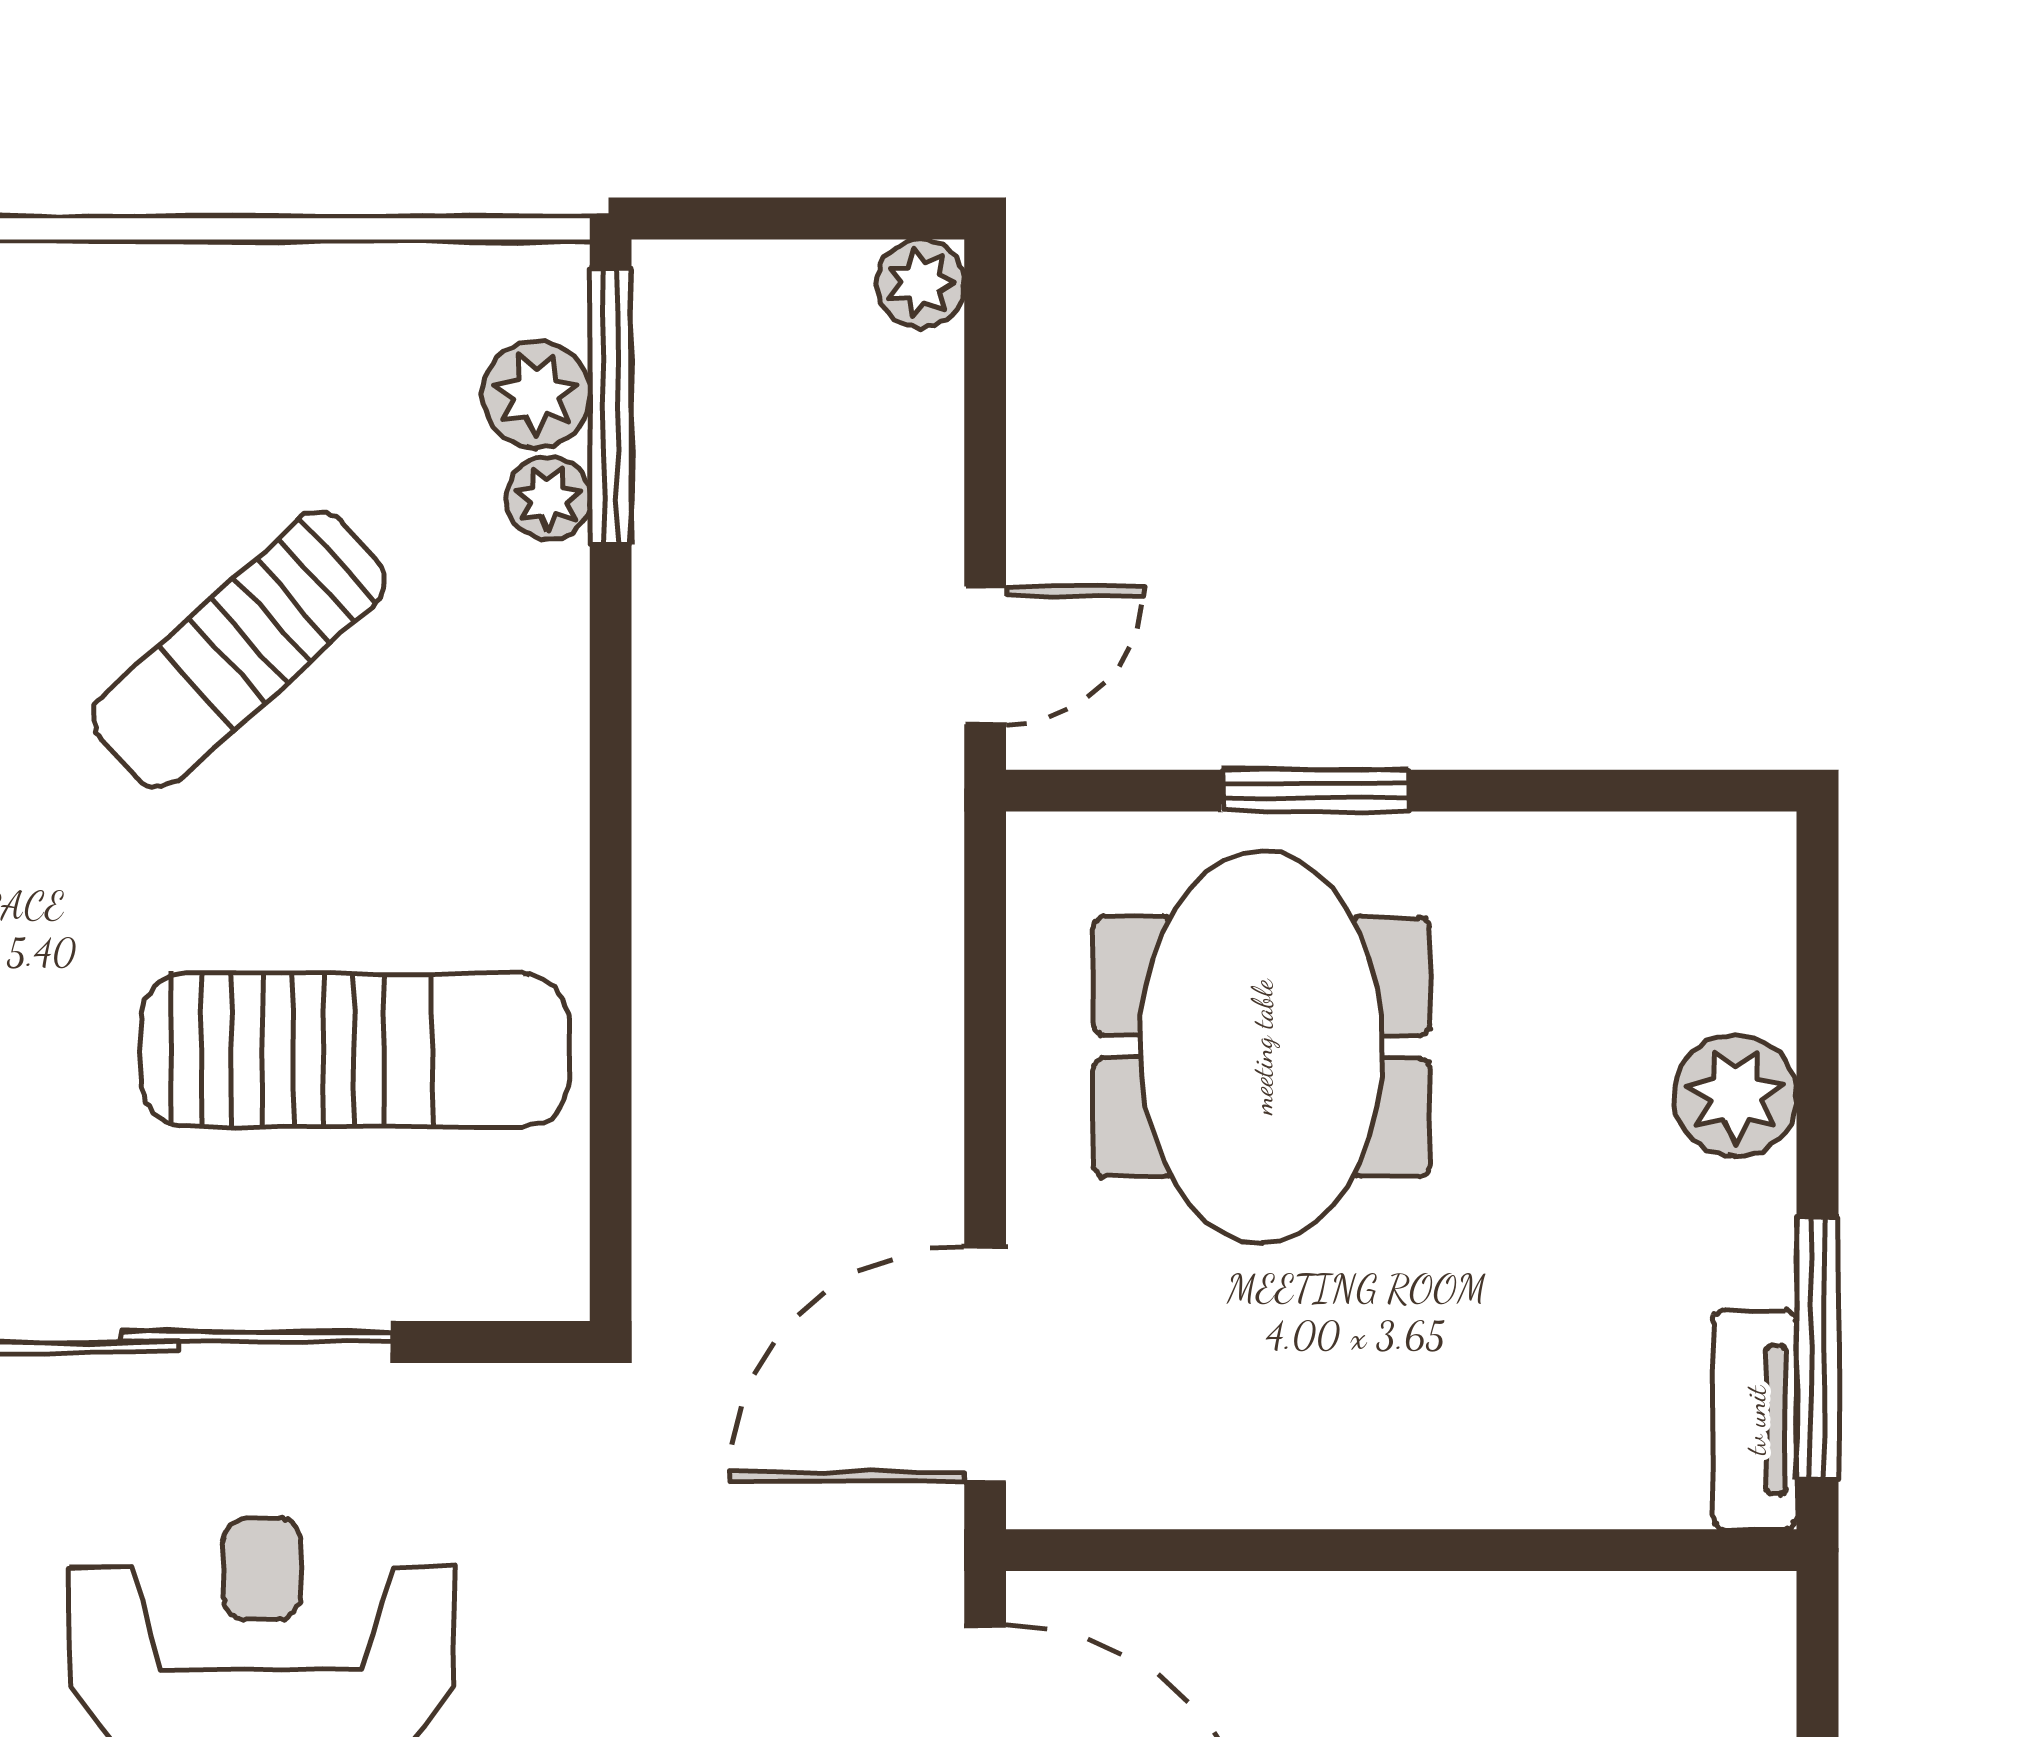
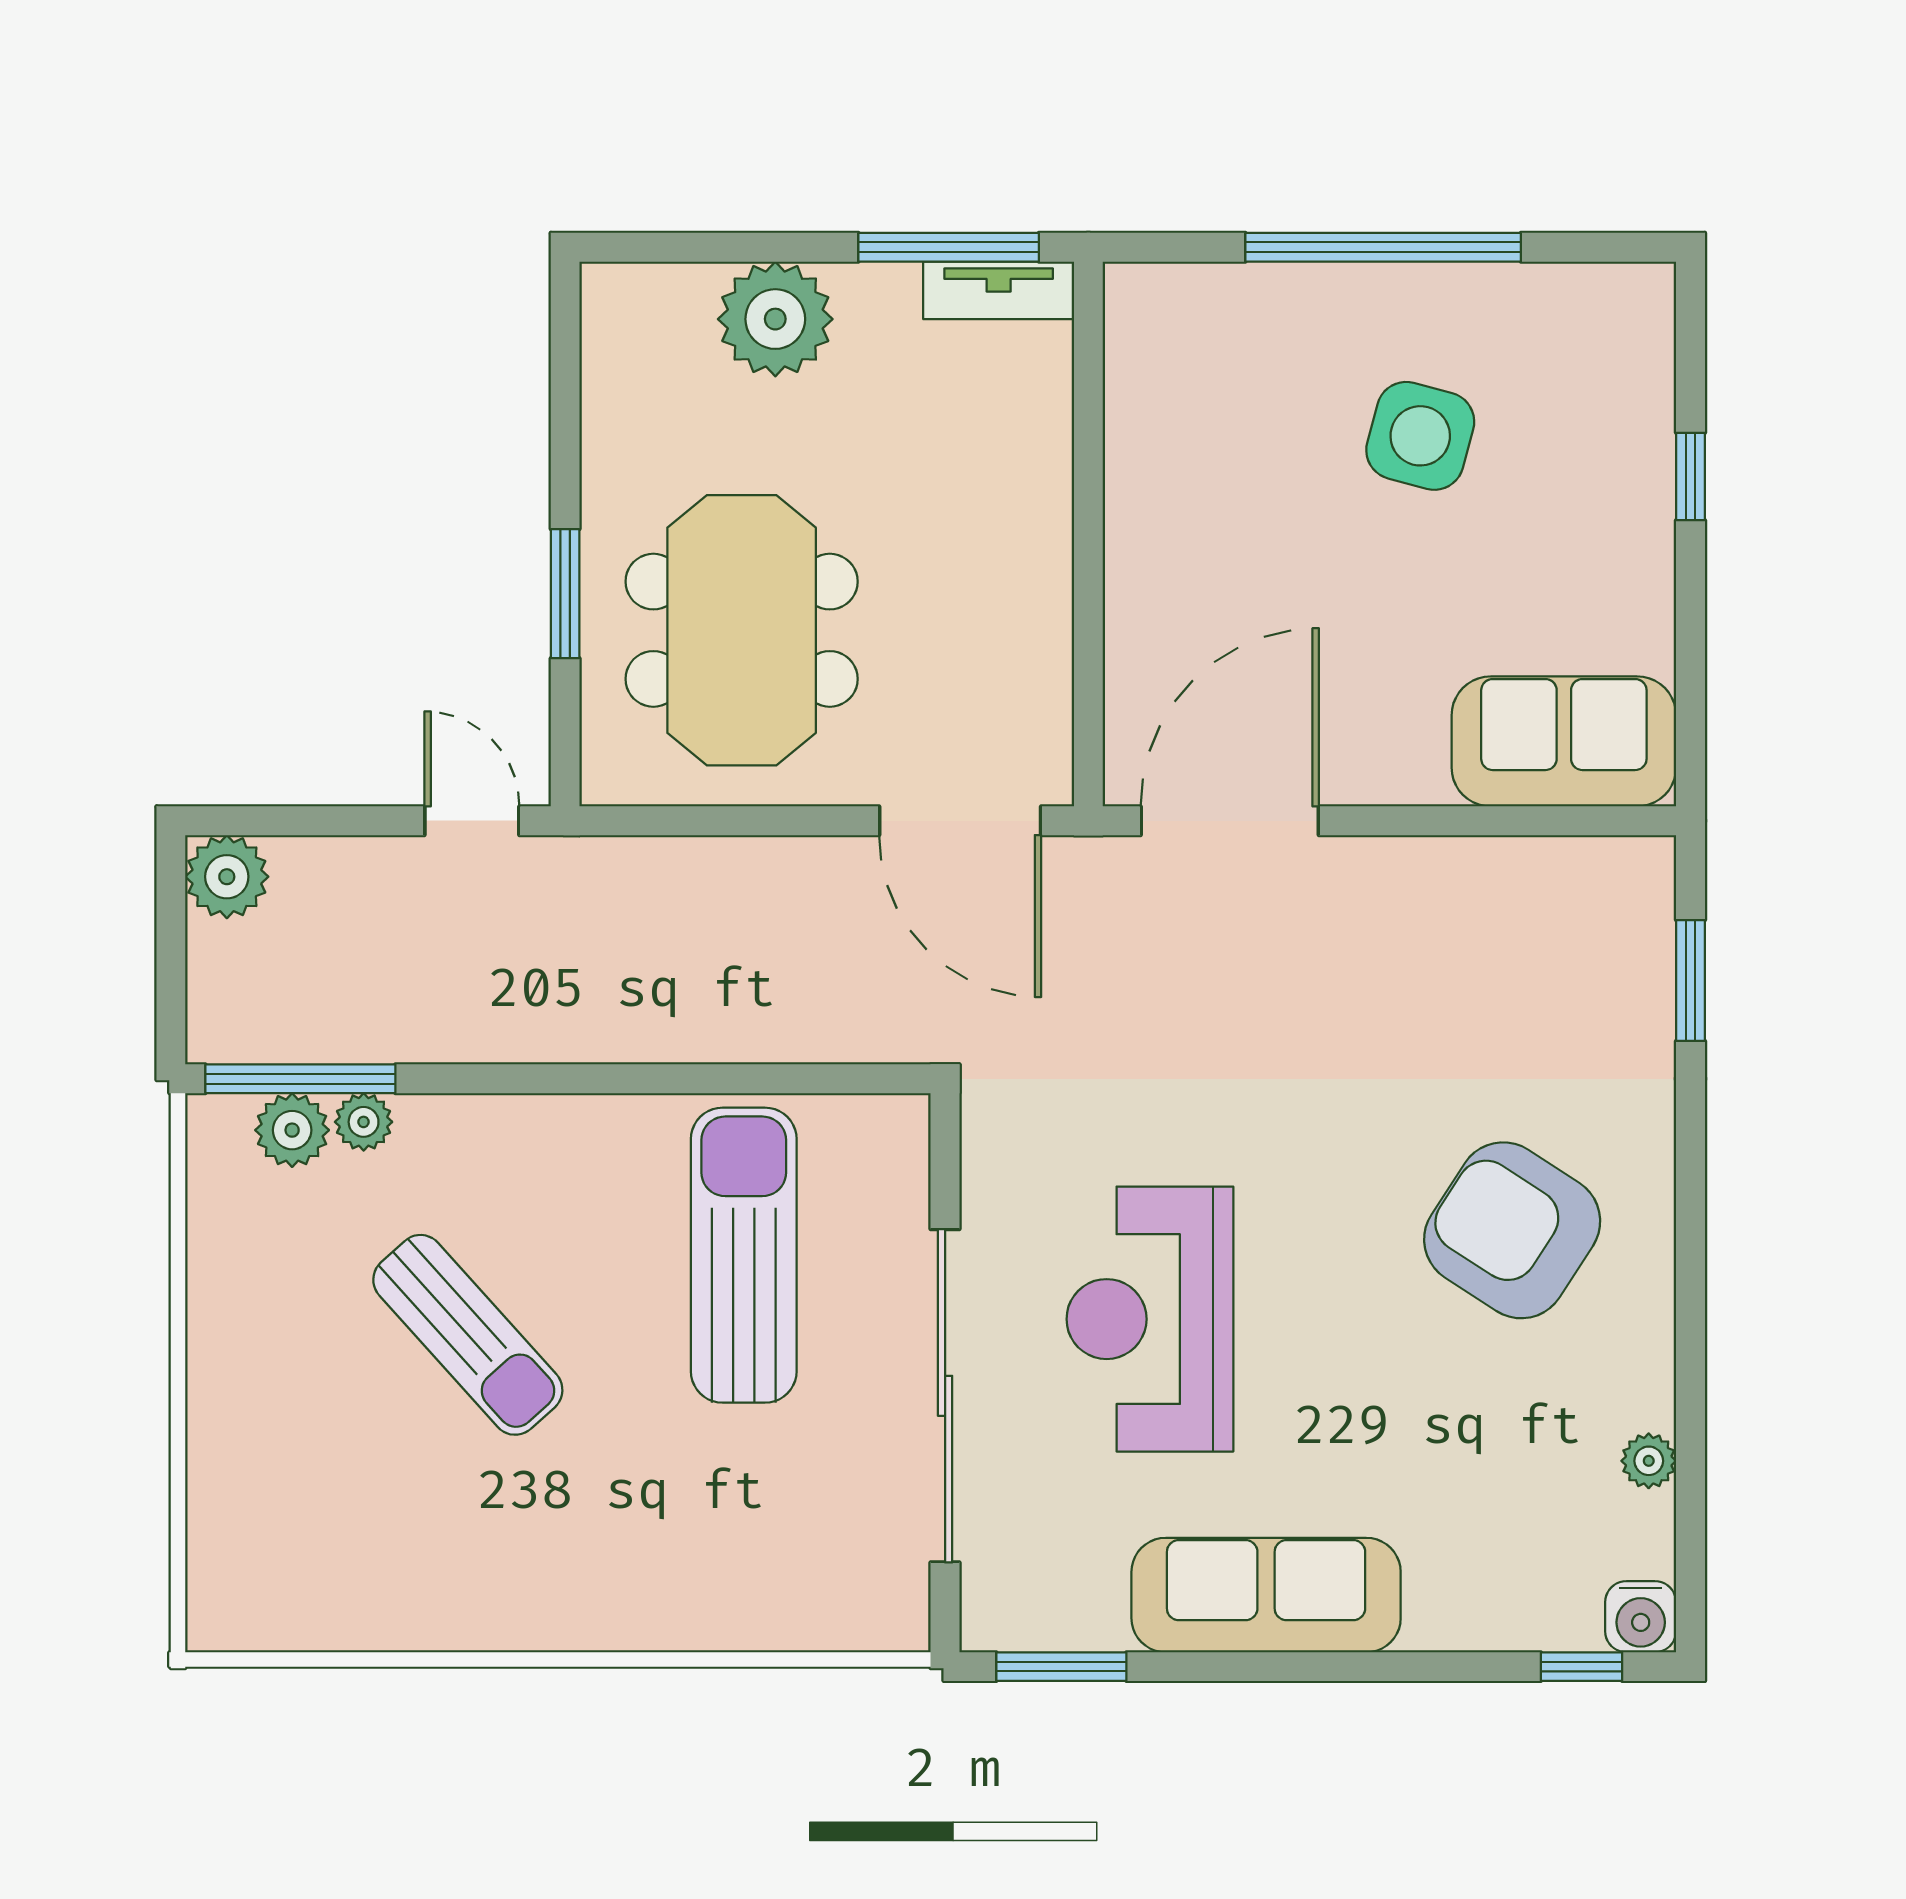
plant: (920, 283) -> (227, 877), width x1.38, depth x1.38
meeting table: (1262, 1047) -> (742, 630), turned 90
plant: (1736, 1096) -> (775, 319), width x1.36, depth x1.36

